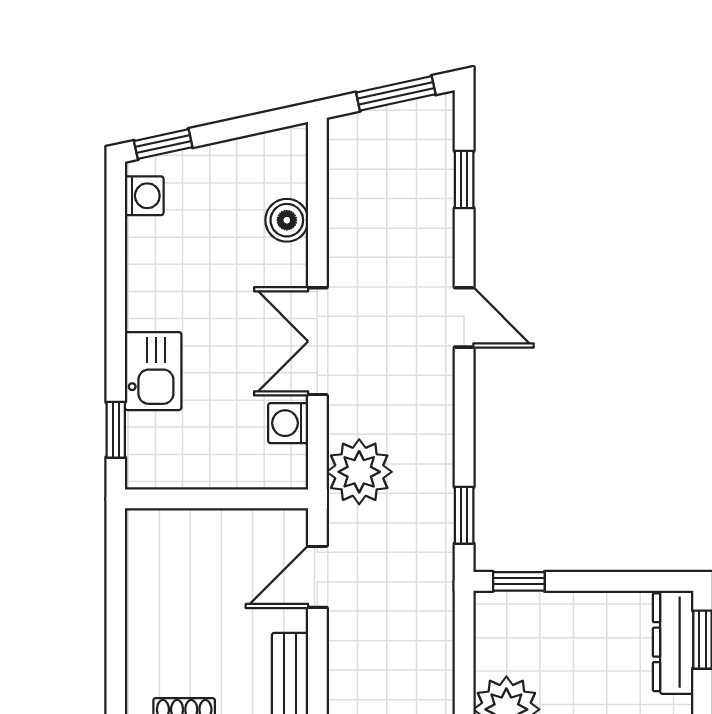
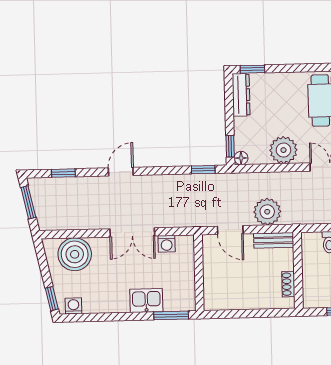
boiler: (287, 220) -> (75, 254), width x1.86, depth x1.86
window: (116, 430) -> (171, 315), width x1.50
plant: (359, 472) -> (267, 212), moved
floor lamp: (490, 607) -> (241, 158), added
dresser: (673, 642) -> (241, 95), moved, turned -90

